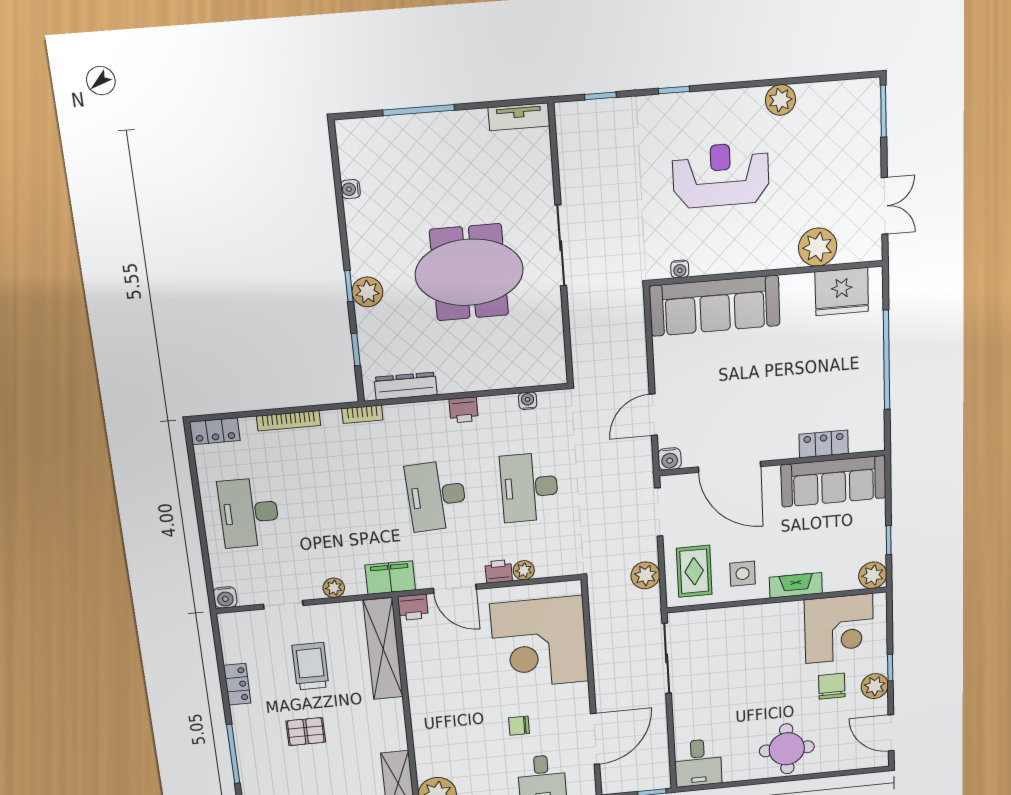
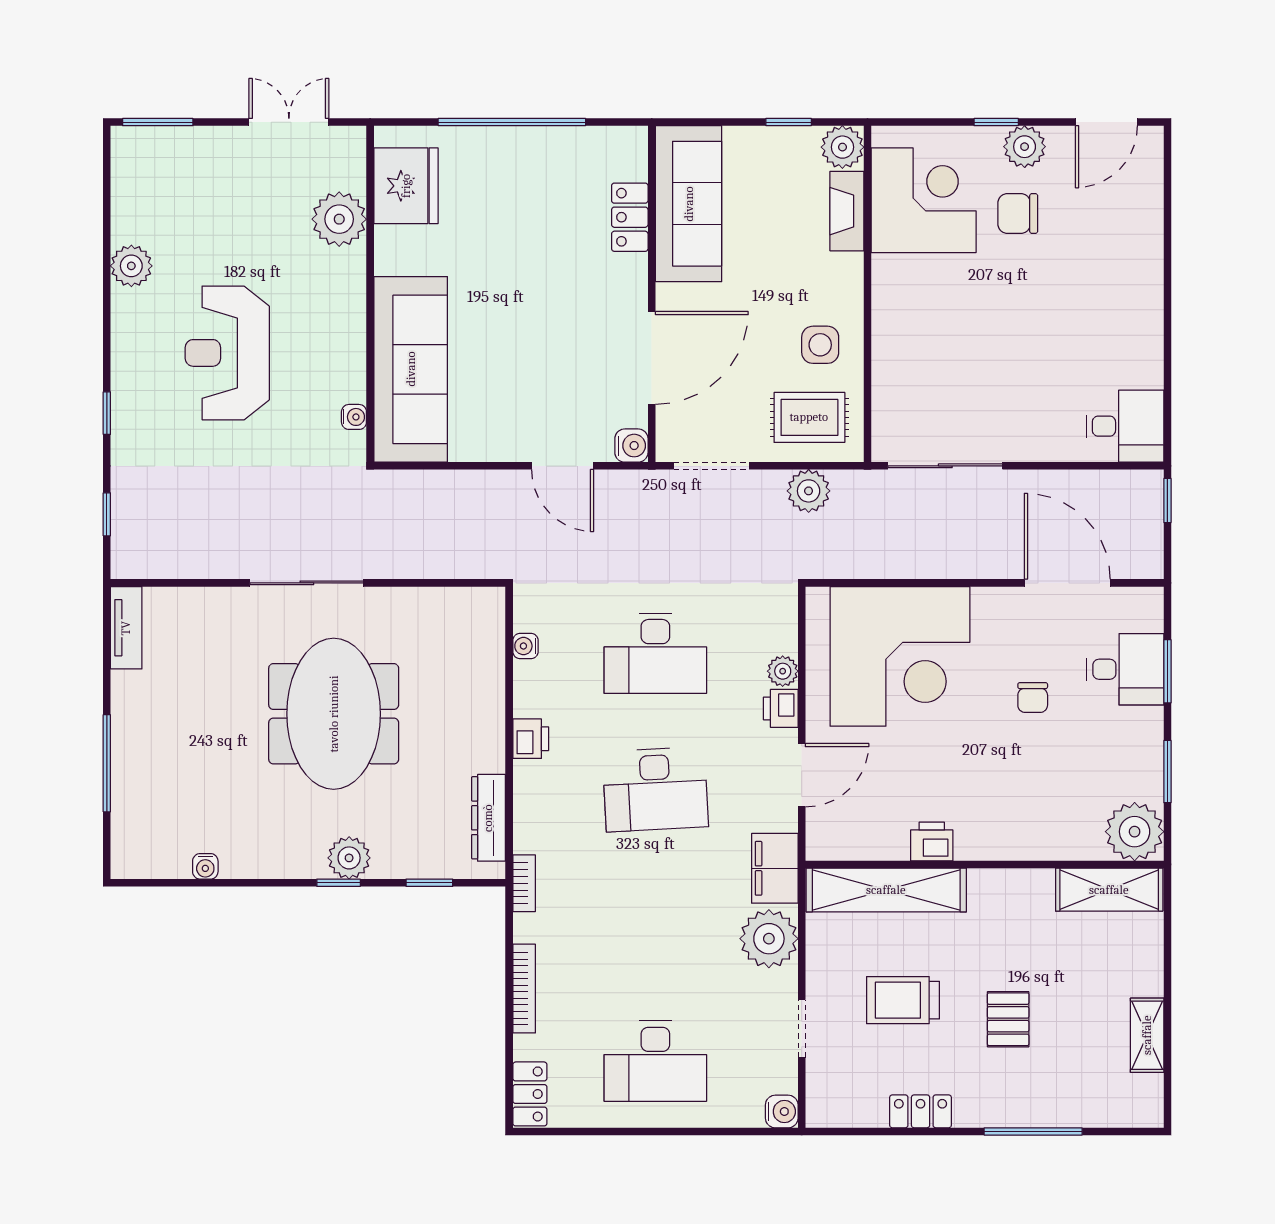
fireplace: (796, 585) -> (847, 211), moved
plant: (334, 588) -> (769, 939), width x1.87, depth x1.87
printer: (413, 607) -> (932, 842), moved, turned -90
round table: (787, 749) -> (1116, 286), removed

